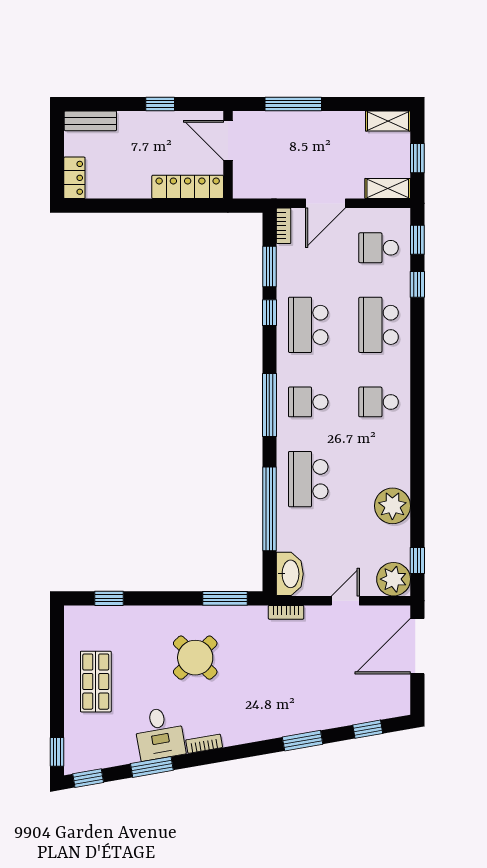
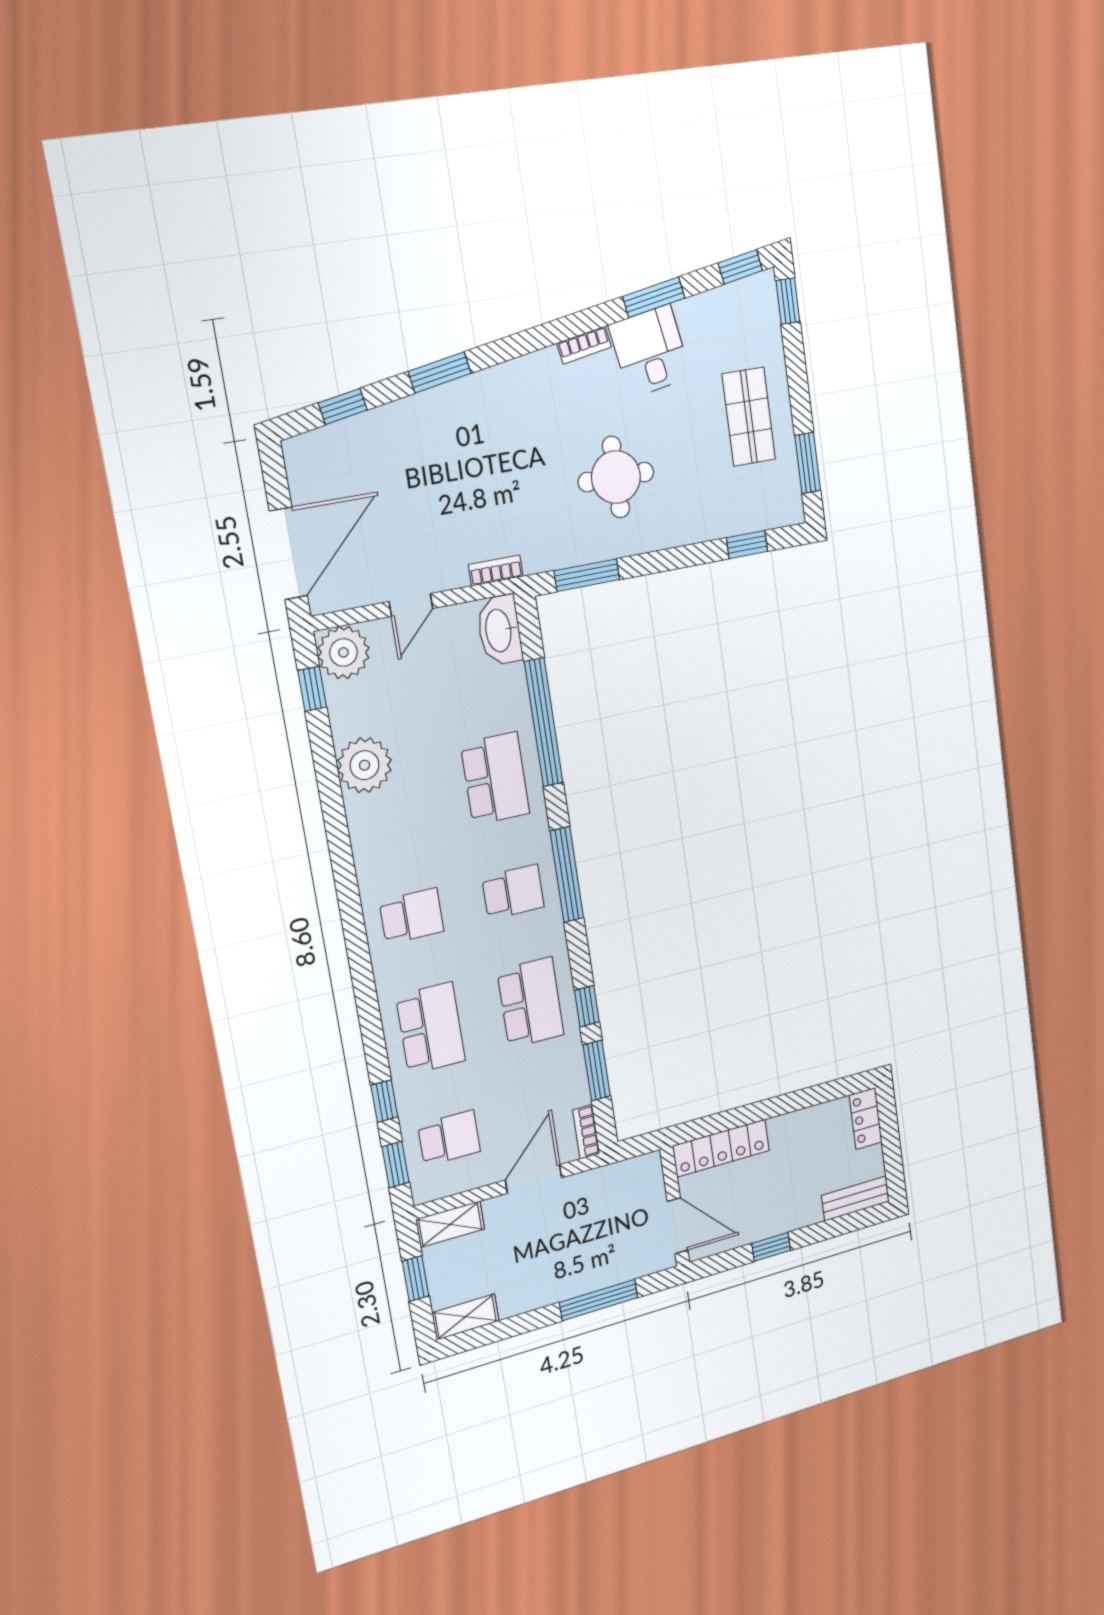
window: (57, 645) -> (808, 463), added
round table: (195, 658) -> (616, 477), turned 45

